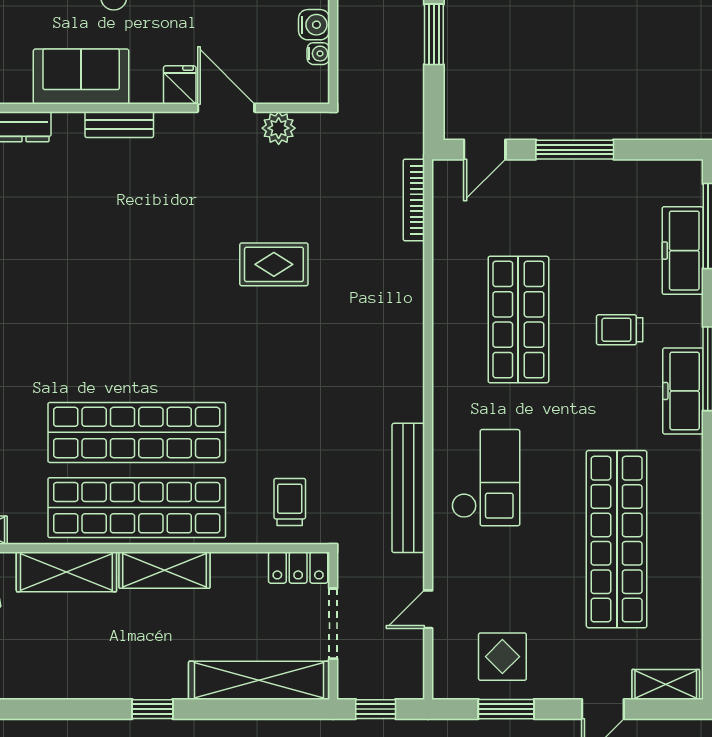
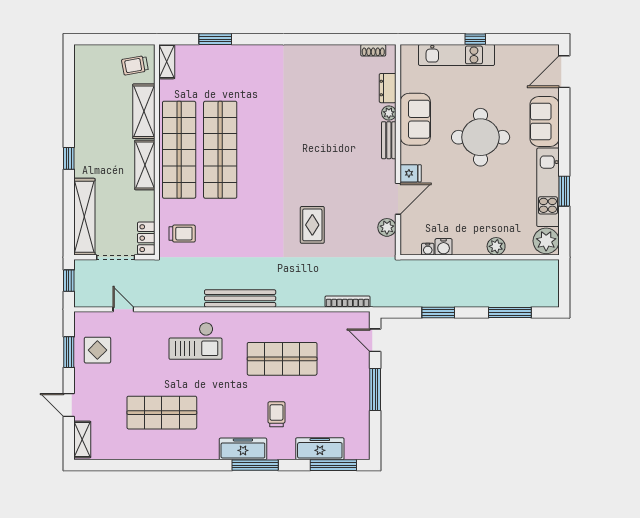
plant: (70, 125) -> (389, 113), added
bench: (408, 488) -> (240, 298), moved
shop shelf: (617, 539) -> (162, 413), width x0.71

